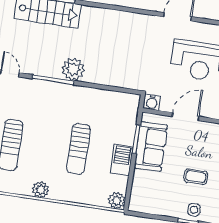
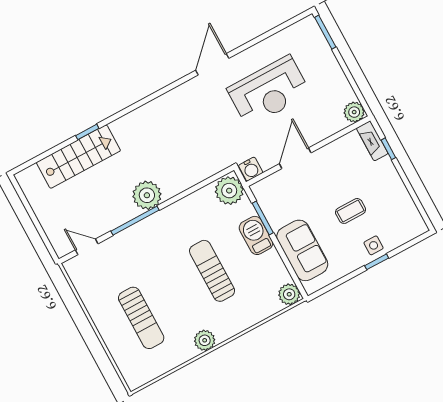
plant: (128, 106) -> (229, 191), added
sofa: (151, 147) -> (302, 250), moved
sun lounger: (79, 149) -> (212, 271), turned 180
barbecue: (122, 160) -> (256, 235), moved

